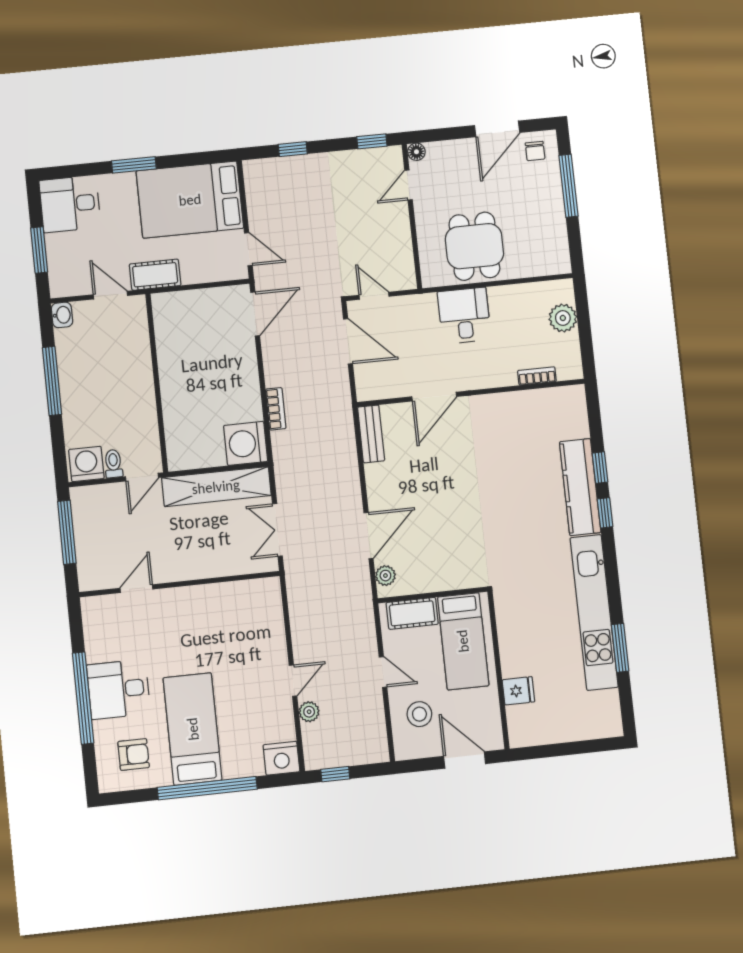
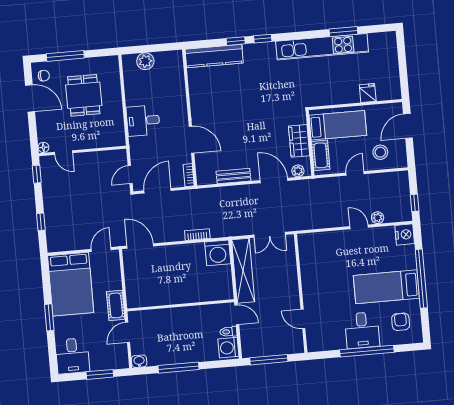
dining table: (474, 246) -> (84, 95), moved, turned 90
bookcase: (537, 376) -> (189, 175), moved
bench: (371, 434) -> (233, 176), moved
kitchen counter: (580, 487) -> (214, 56), moved
wardrobe: (436, 577) -> (299, 141), added

